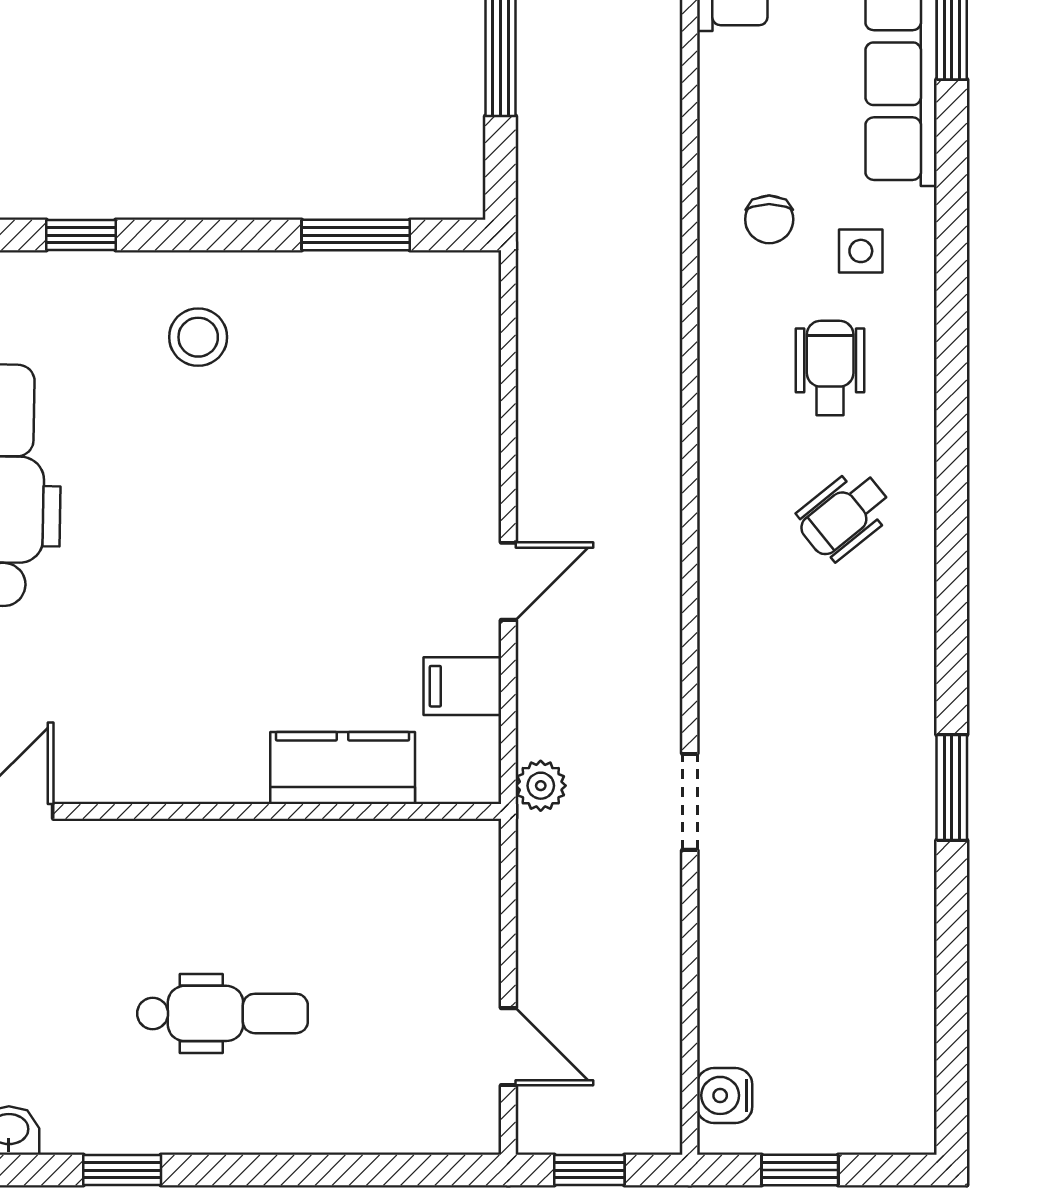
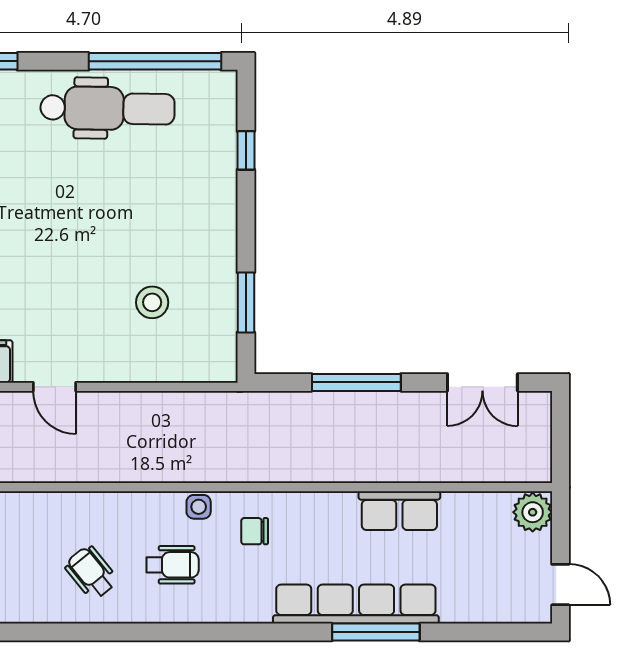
side table: (861, 251) -> (199, 507), moved
stool: (198, 337) -> (152, 302), moved

